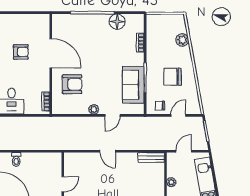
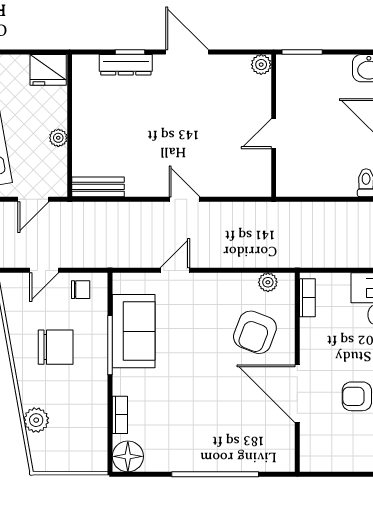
floor lamp: (117, 22) -> (128, 456), moved
armchair: (72, 84) -> (255, 332), turned -69
plant: (94, 109) -> (268, 282), moved

